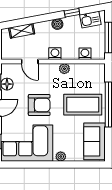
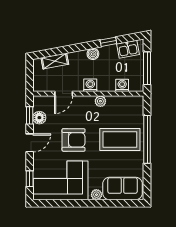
door: (30, 62) -> (64, 94), hinge flipped
sofa: (94, 141) -> (123, 188), moved, turned 90

